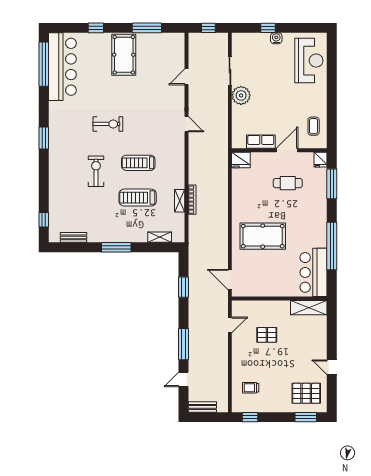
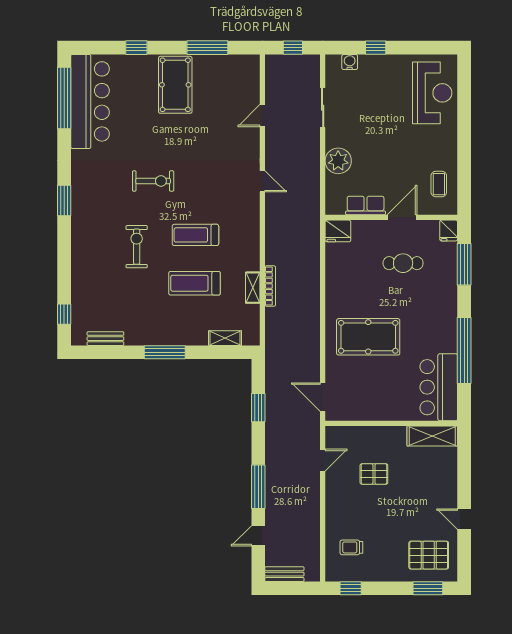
water cooler: (276, 38) -> (350, 62), moved
plant: (241, 95) -> (338, 161), moved

